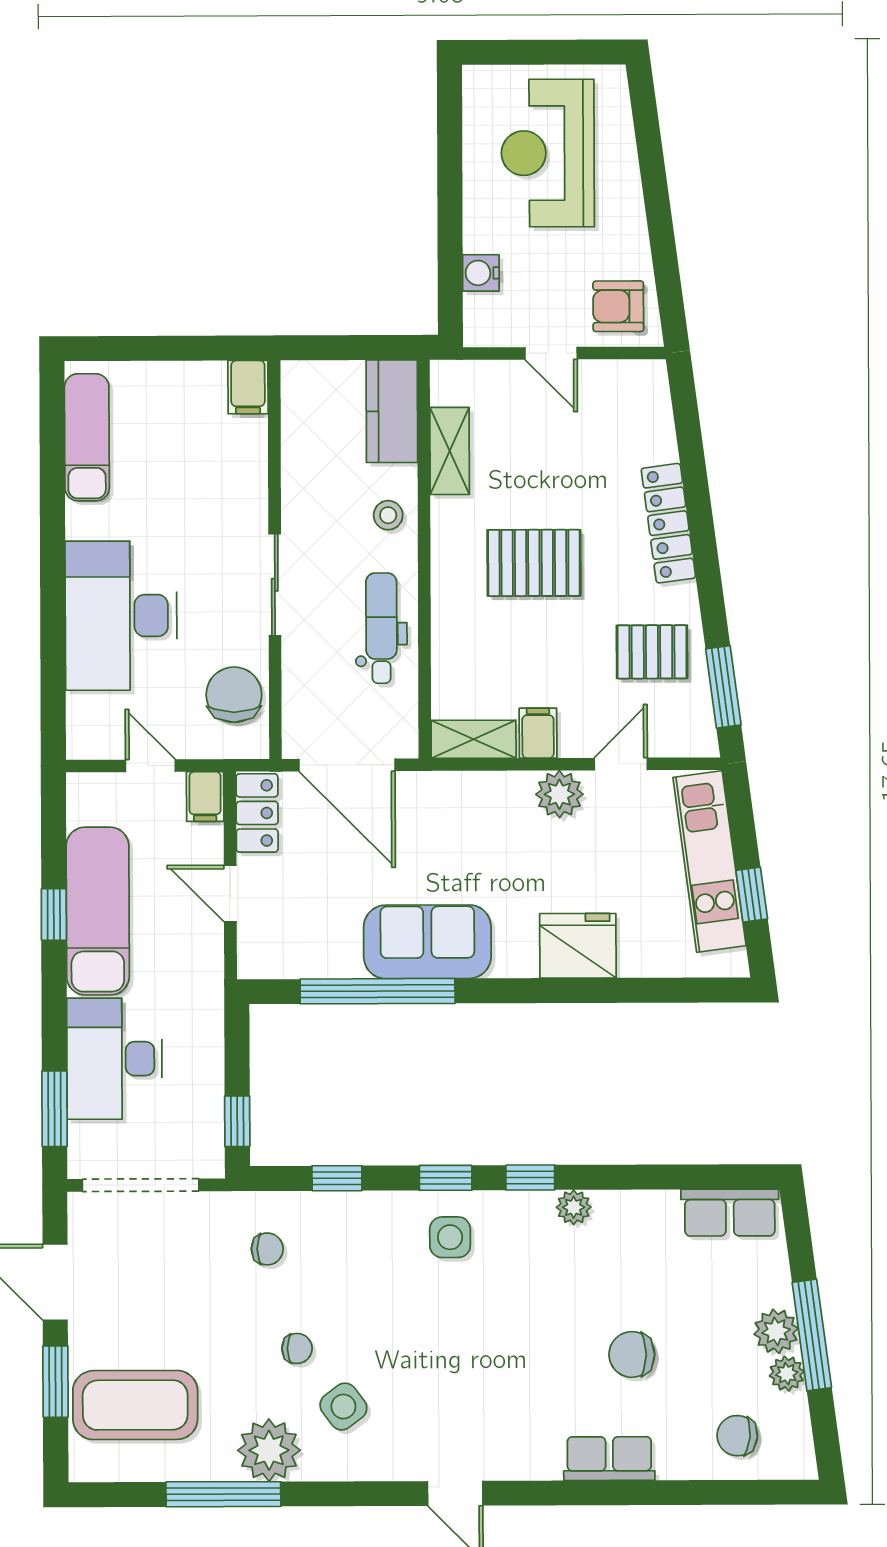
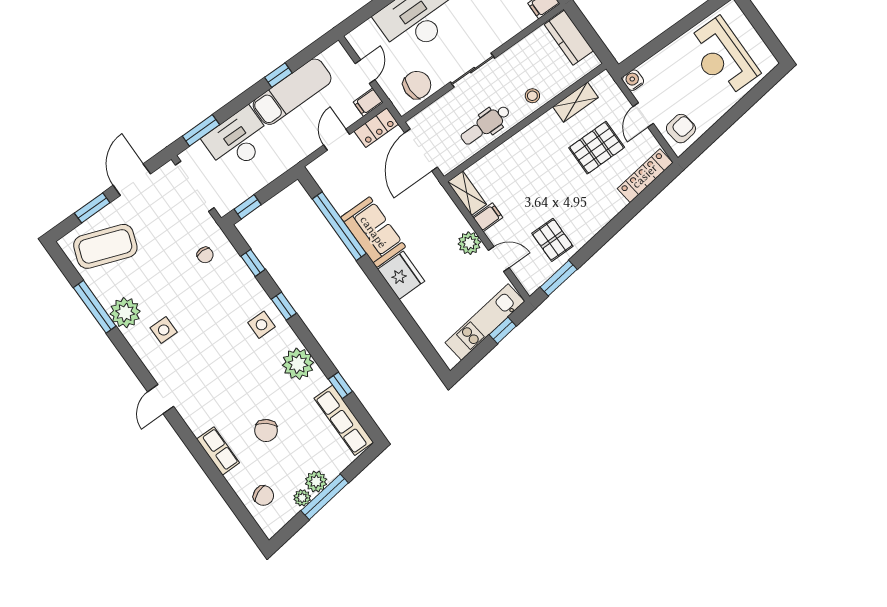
reception desk: (548, 153) -> (722, 57), turned -90
water cooler: (481, 273) -> (633, 80), moved
armchair: (618, 306) -> (681, 129), turned 82
kitchen counter: (392, 411) -> (569, 38), moved, turned -90
locker: (668, 523) -> (645, 176), moved
pallet: (534, 563) -> (597, 148), moved, turned 90
dental chair: (381, 628) -> (485, 125), turned 180
window: (752, 895) -> (503, 330), moved
fridge: (578, 946) -> (401, 275), moved
window: (530, 1178) -> (340, 385), moved
plant: (574, 1207) -> (298, 364), width x1.88, depth x1.88
row of seats: (730, 1213) -> (344, 420), width x1.48
chair: (297, 1348) -> (174, 295), removed
chair: (632, 1354) -> (266, 430), turned -140
coffee table: (135, 1405) -> (105, 246), turned -70
side table: (343, 1407) -> (164, 330), turned 37
chair: (737, 1436) -> (263, 496), turned 153

